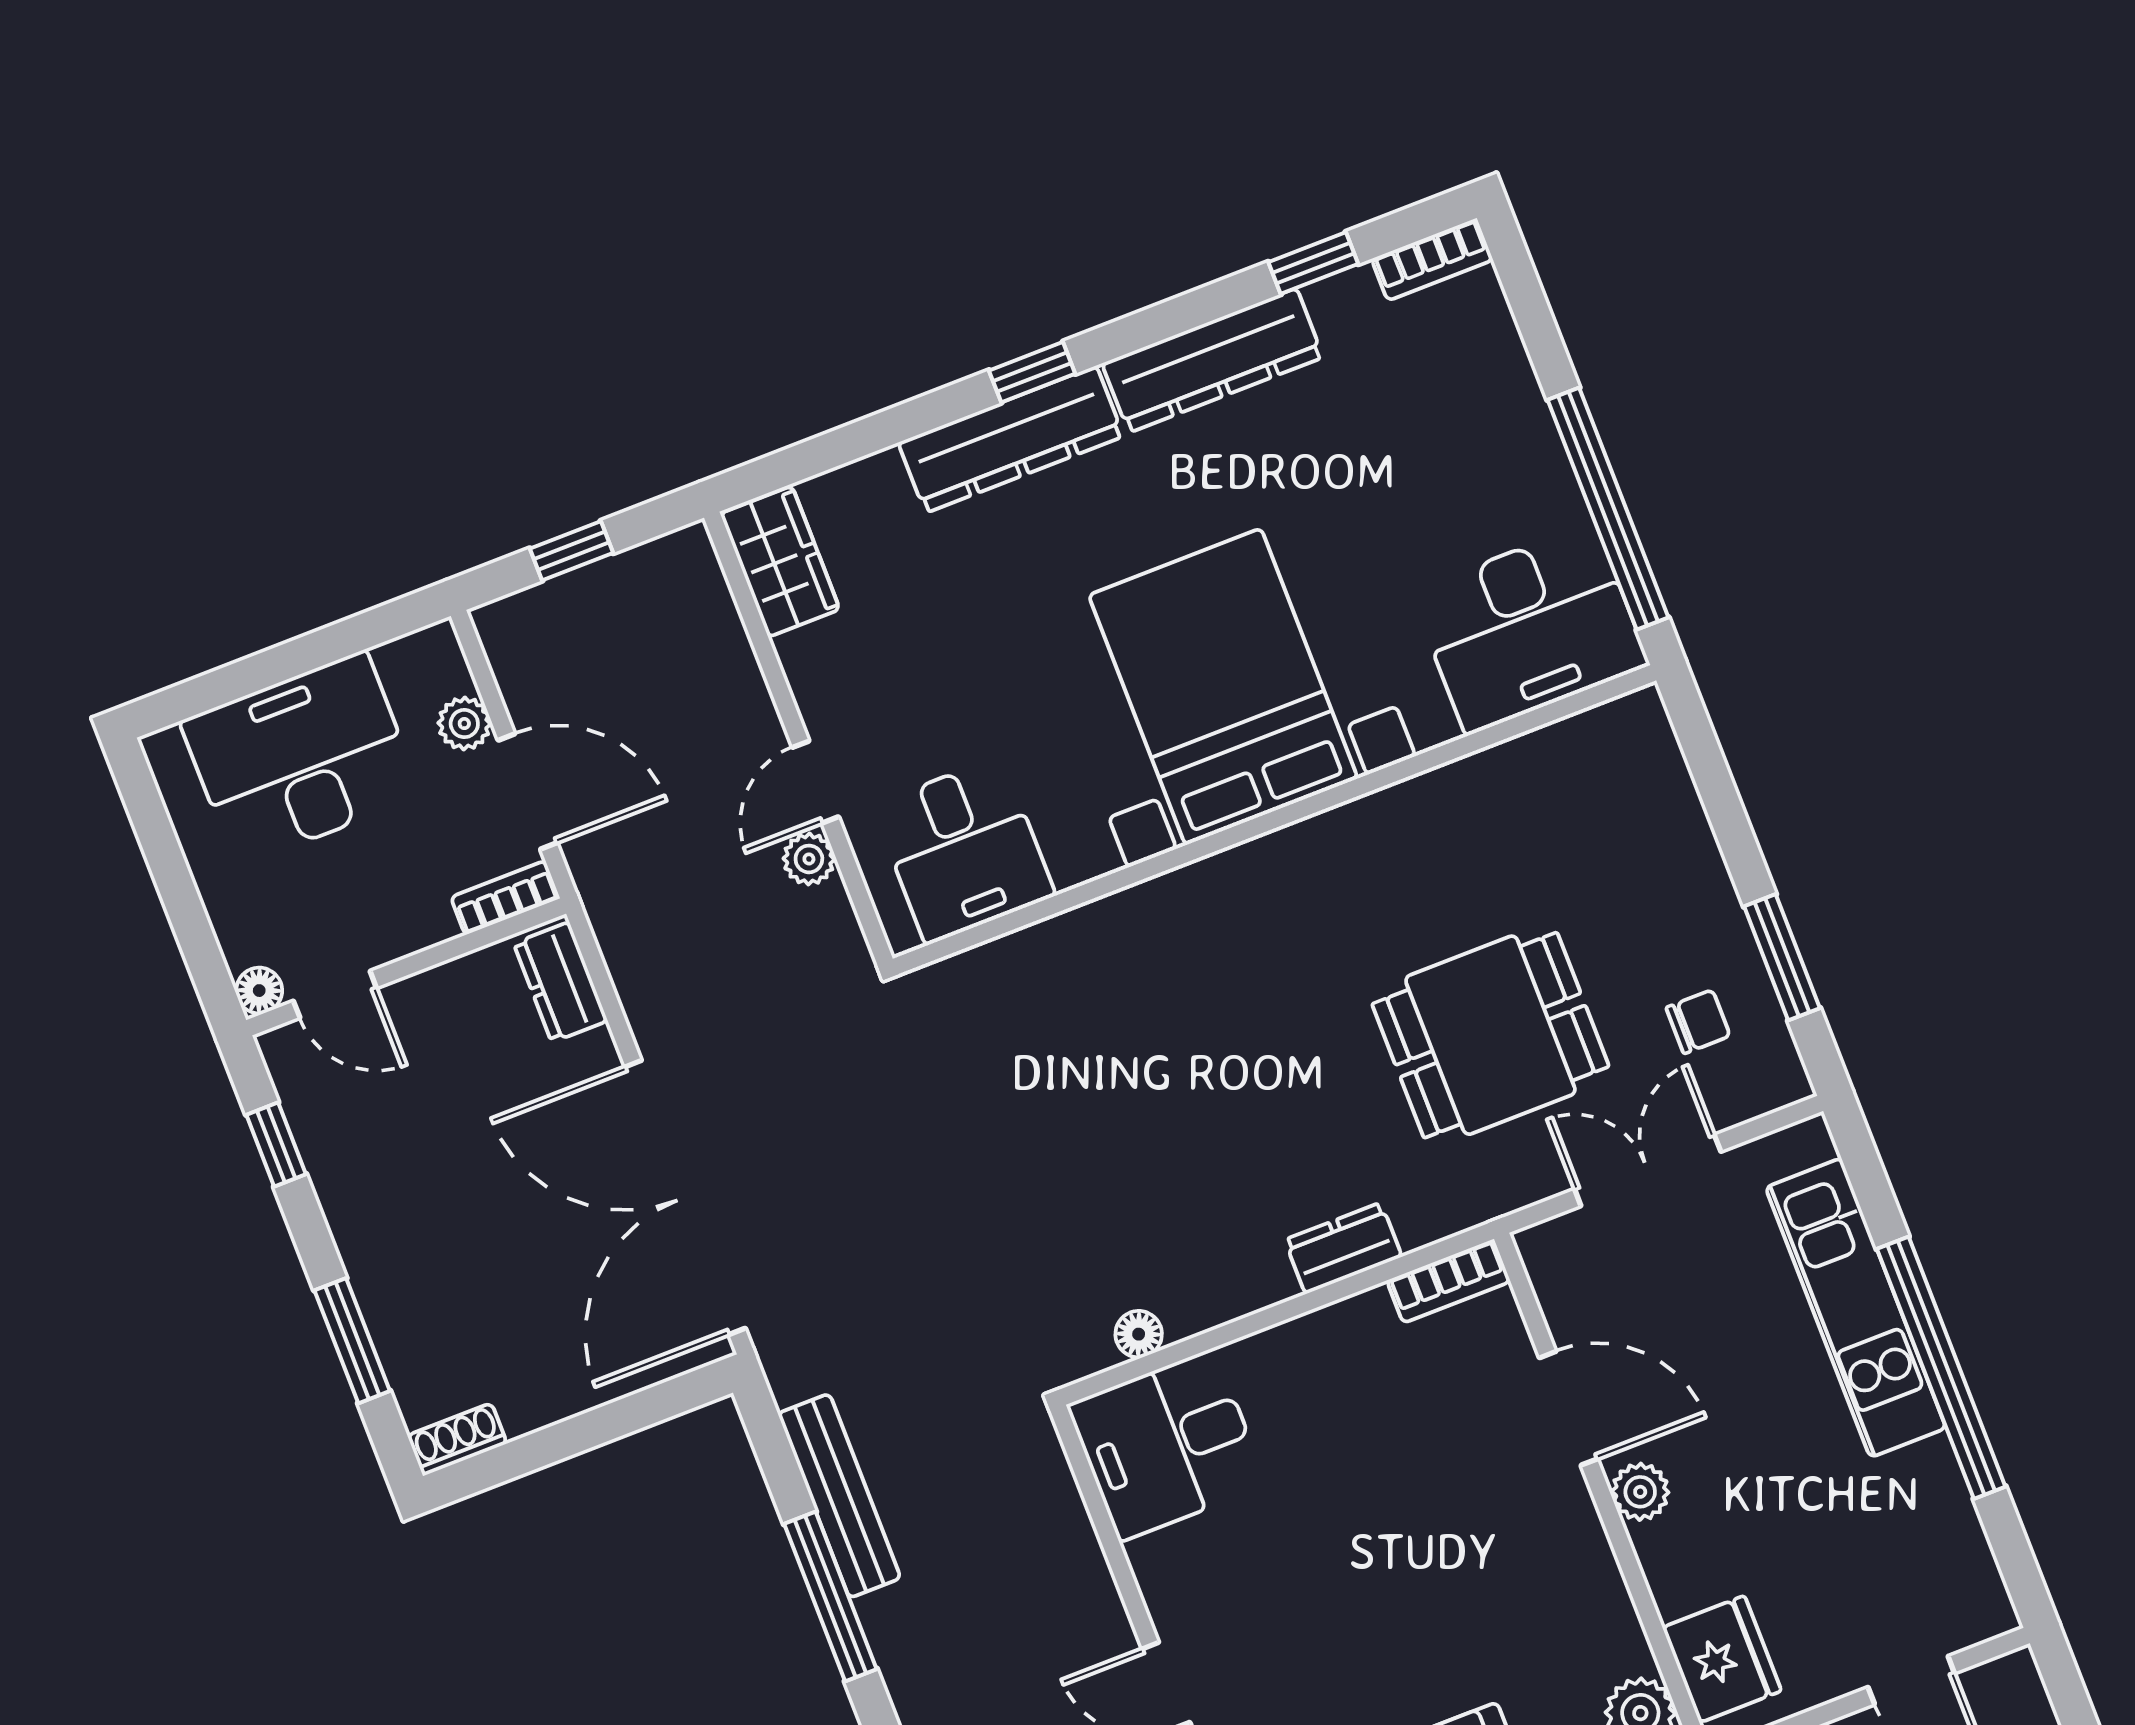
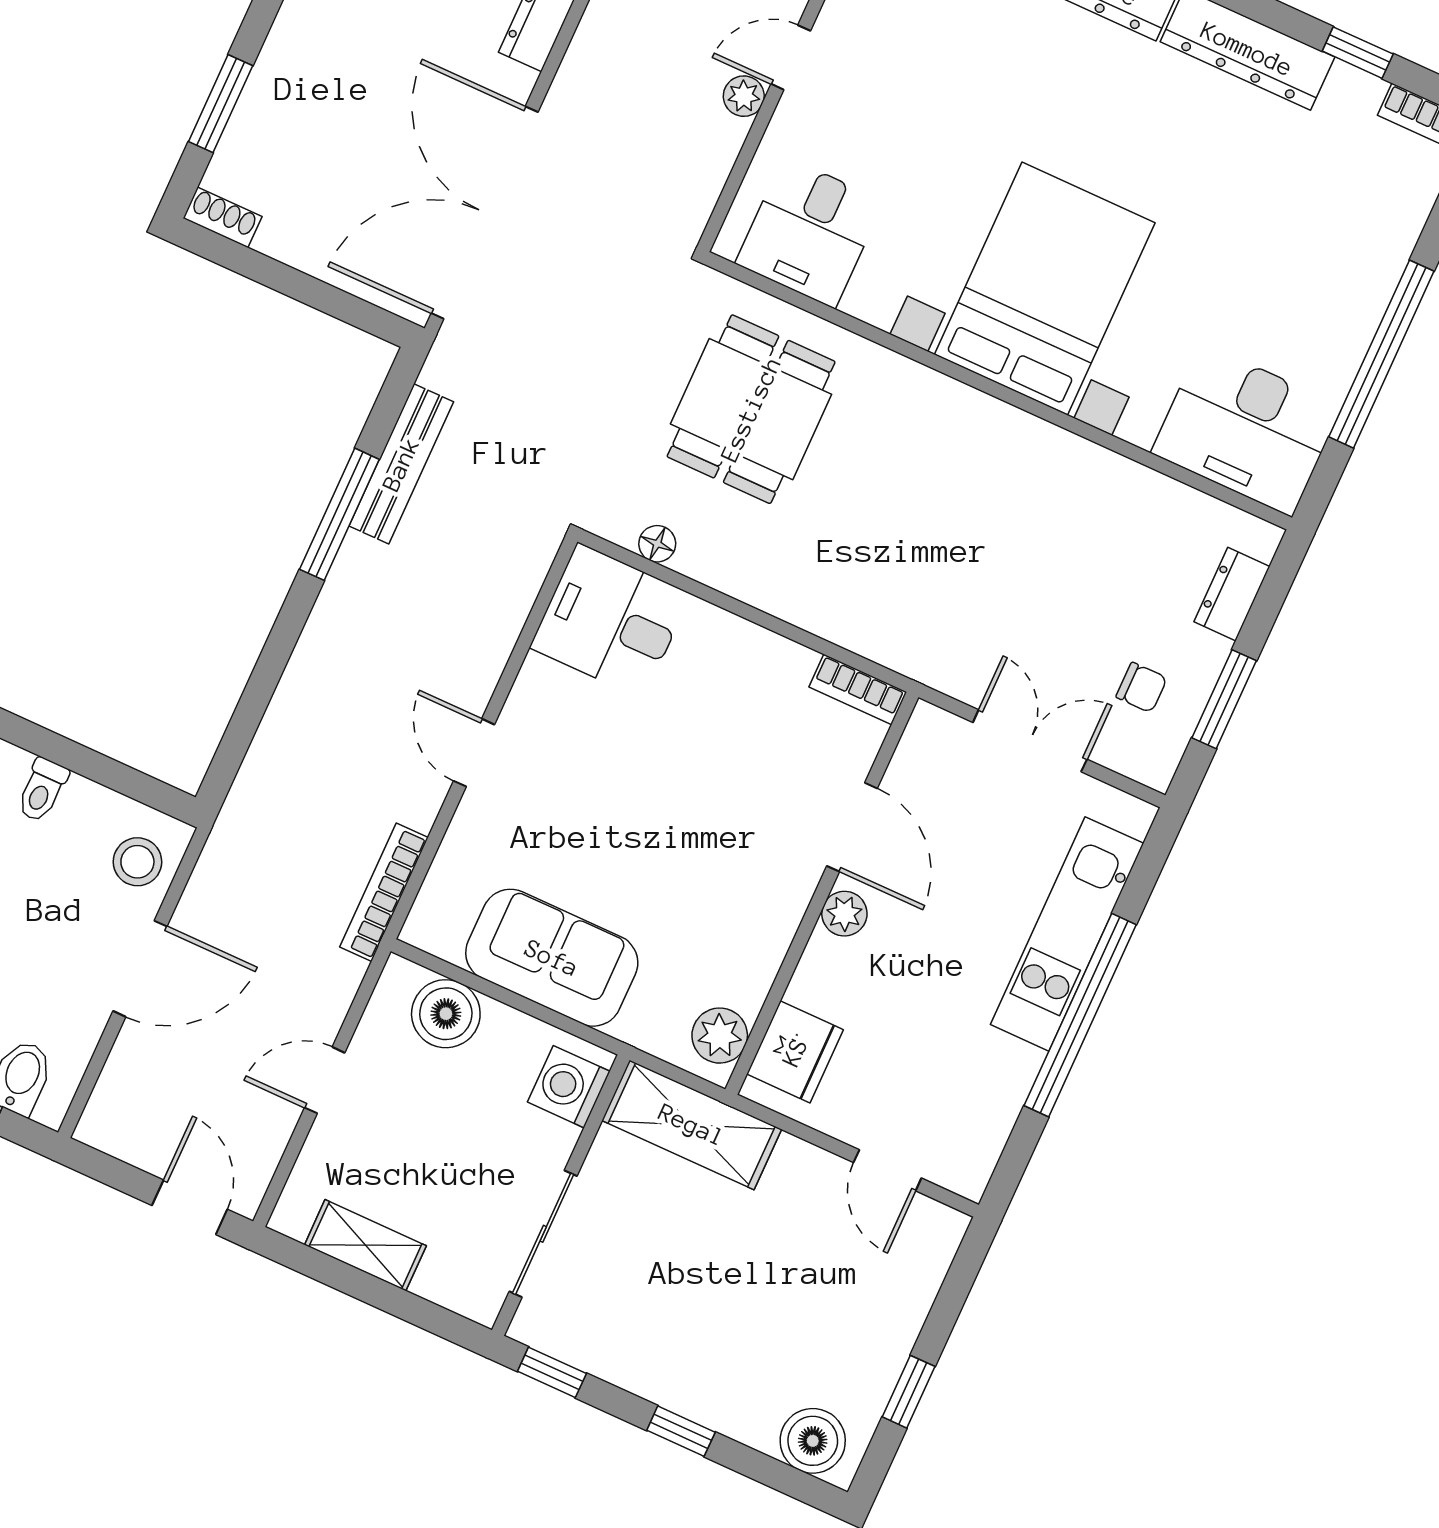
desk: (1530, 628) -> (1247, 430), moved
bed with nightstands: (1223, 687) -> (1045, 289), moved
wall: (1275, 820) -> (998, 391), moved
desk: (964, 850) -> (810, 232), moved
dining table: (1490, 1035) -> (751, 409), moved, turned 90
dresser: (1343, 1248) -> (1232, 594), moved, turned -90

